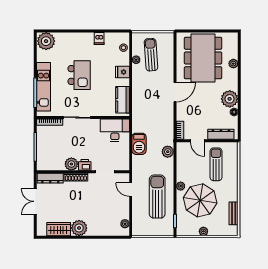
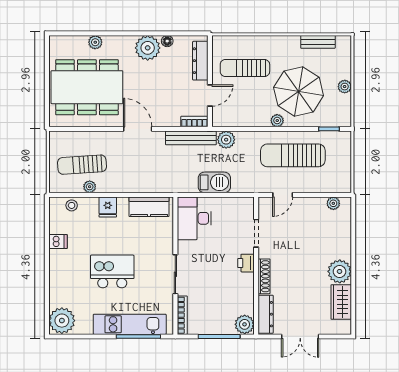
bench: (169, 128) -> (191, 138), added
plant: (71, 164) -> (245, 324), moved

